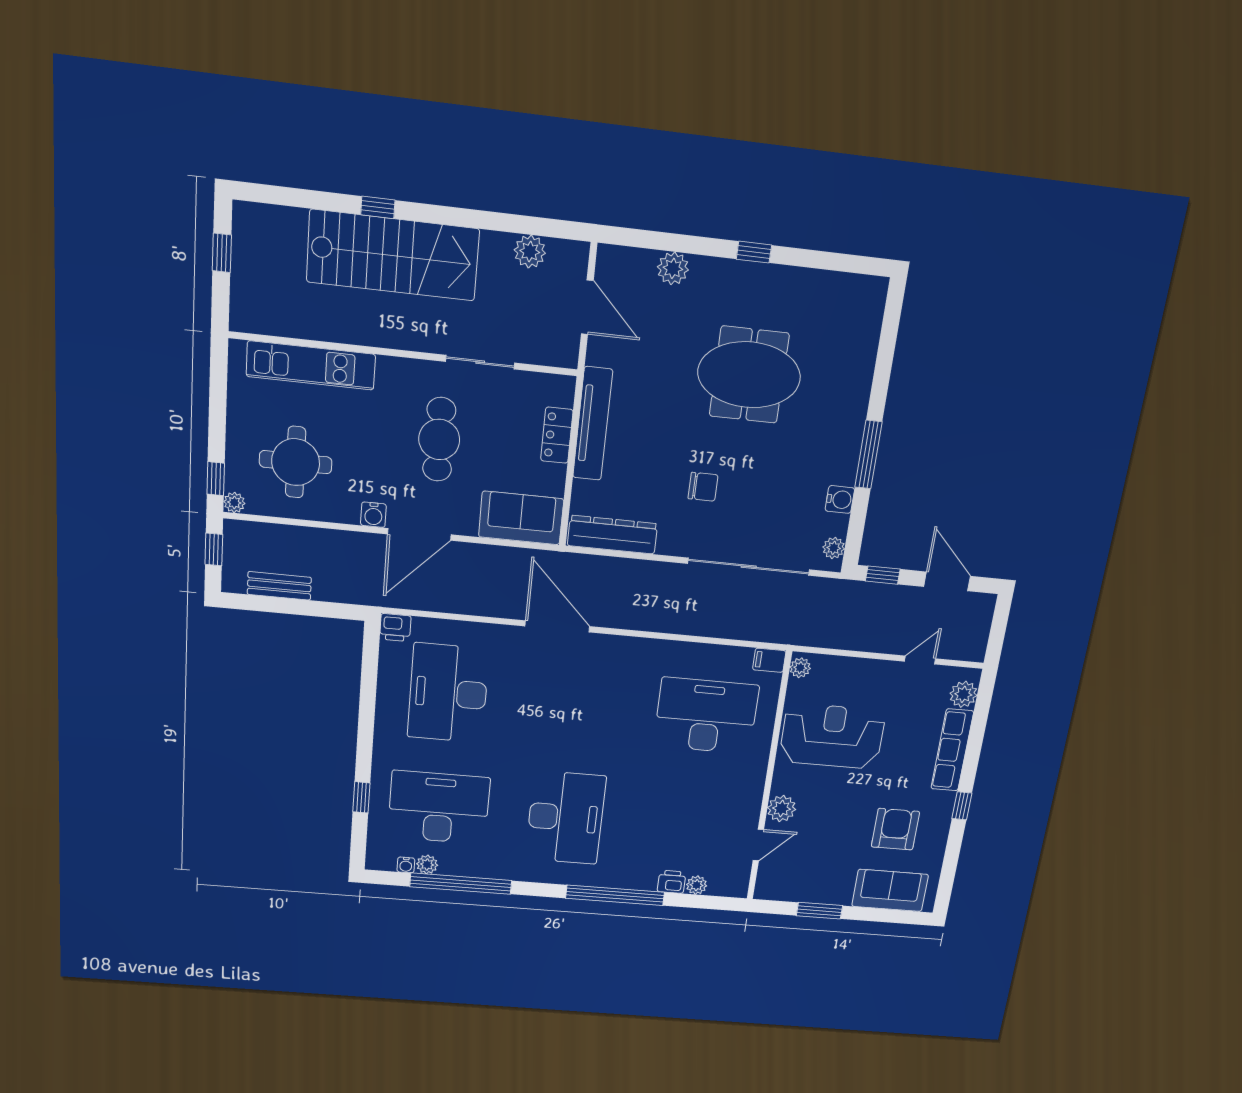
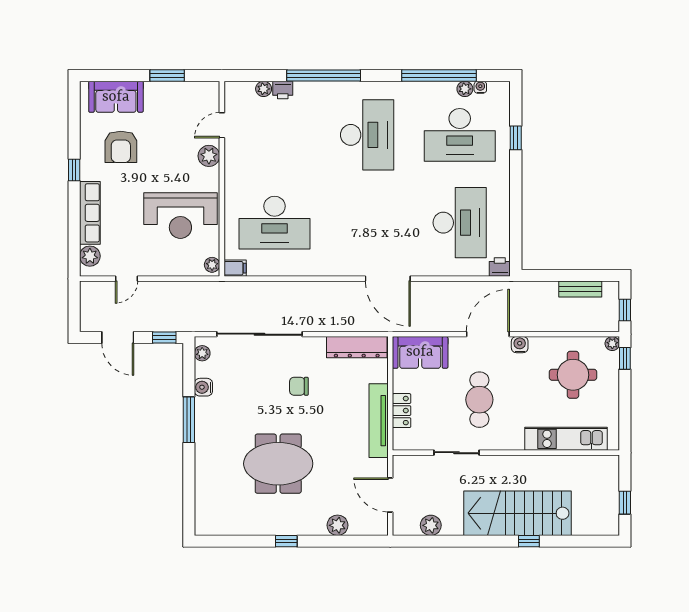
desk: (566, 818) -> (367, 135), turned 180

